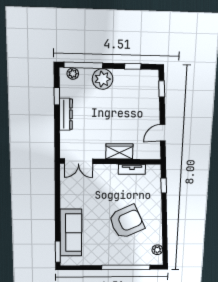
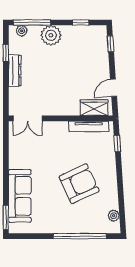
wardrobe: (119, 151) -> (94, 108), moved
tv unit: (132, 169) -> (89, 126), width x1.41

